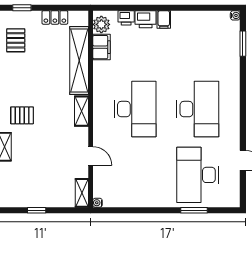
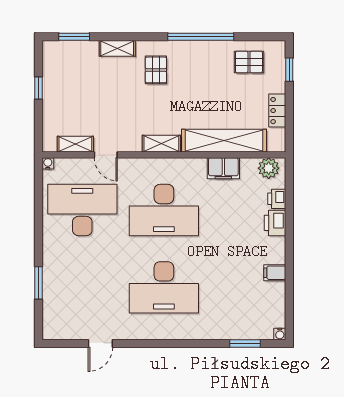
filing cabinet: (164, 19) -> (275, 273), moved
filing cabinet: (101, 47) -> (223, 168), moved
door: (91, 156) -> (106, 155), hinge flipped
desk: (198, 175) -> (82, 210), moved
shelving: (82, 193) -> (75, 144), moved

